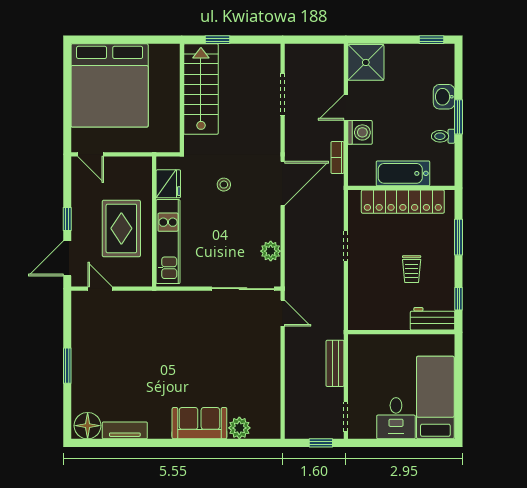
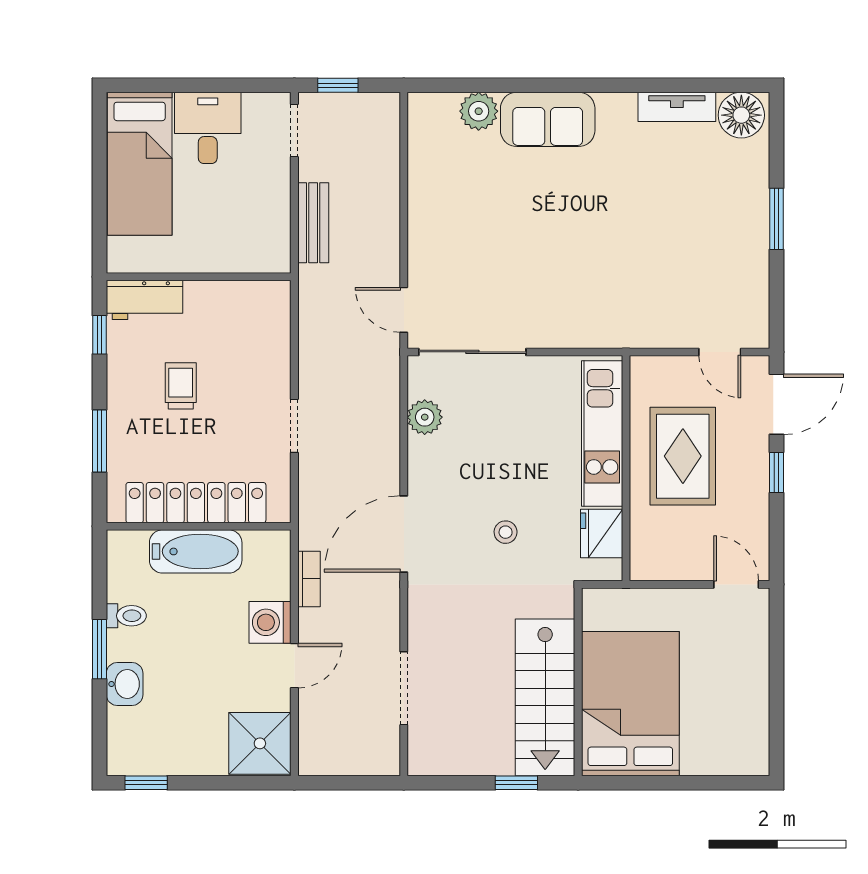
bed: (110, 85) -> (630, 704), moved, width x0.73

